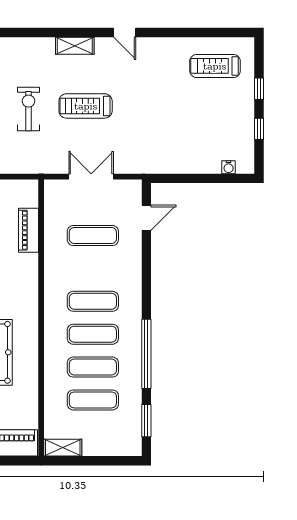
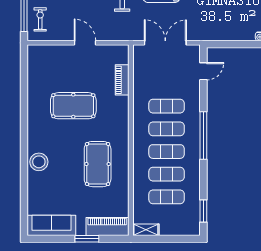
double door: (91, 177) -> (165, 43), width x1.37
exercise mat: (93, 236) -> (167, 106), moved
window: (146, 354) -> (203, 136), moved

